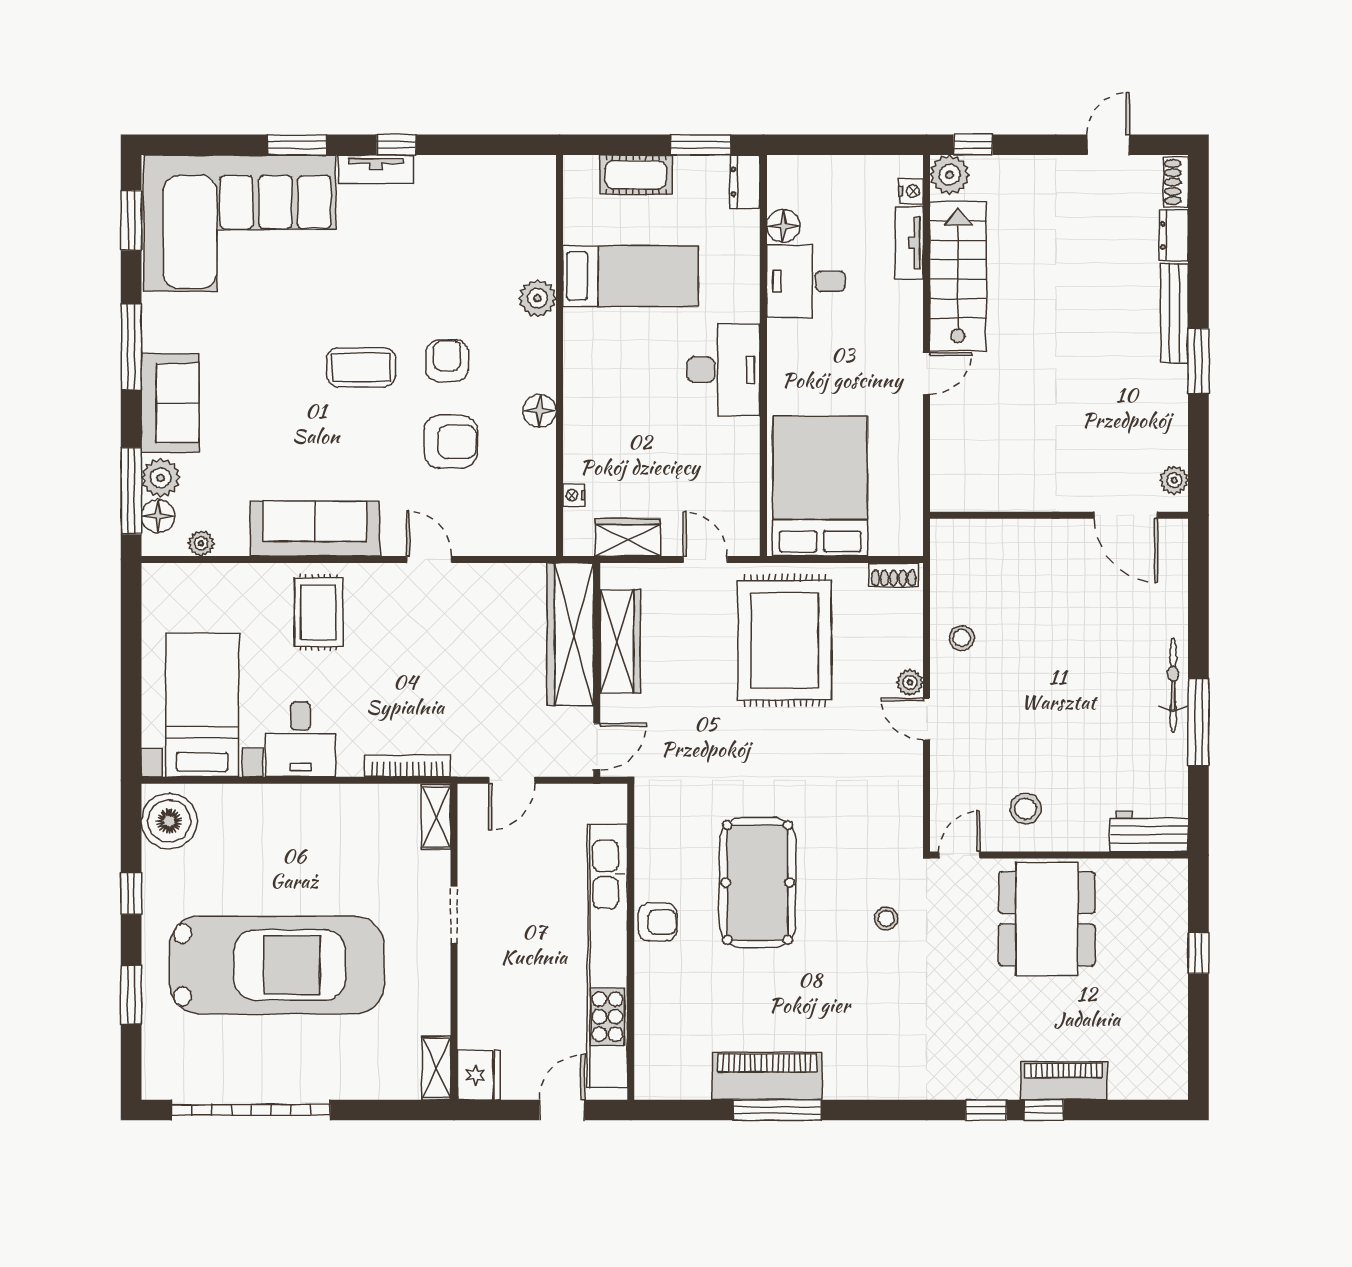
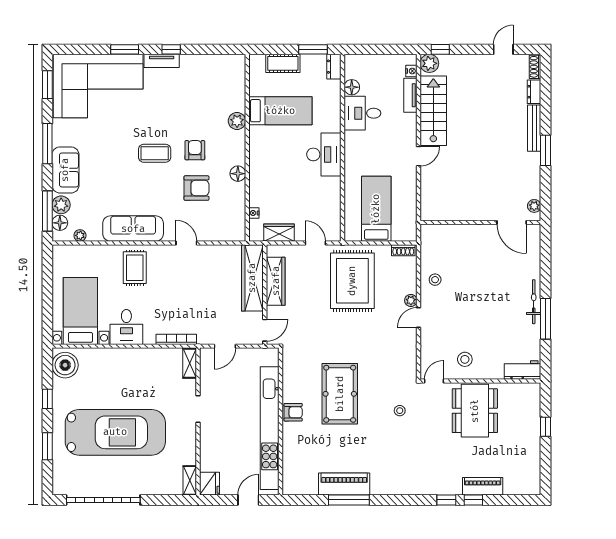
bed: (820, 486) -> (376, 209), width x0.67
door: (926, 719) -> (419, 317), hinge flipped

